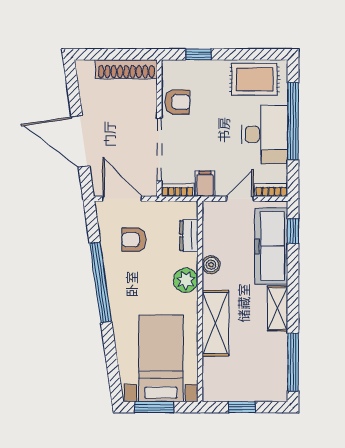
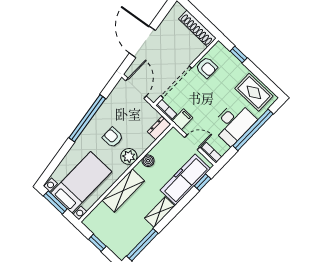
dresser: (189, 235) -> (159, 128), moved
armchair: (134, 240) -> (113, 137), moved

